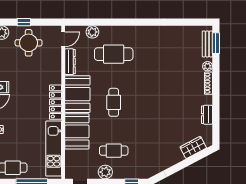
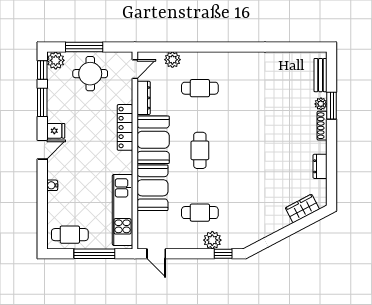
window: (24, 22) -> (84, 47), width x2.17
window: (216, 43) -> (332, 106), moved
cafe table: (114, 54) -> (200, 88), width x0.73, depth x0.74
locker: (55, 102) -> (125, 127), moved
plant: (105, 172) -> (212, 240), moved

